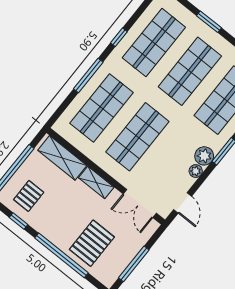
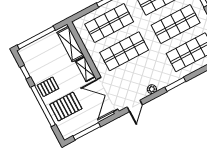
plant: (204, 156) -> (161, 82), removed
pallet: (29, 196) -> (48, 87), moved
double door: (140, 203) -> (107, 94), width x1.37

